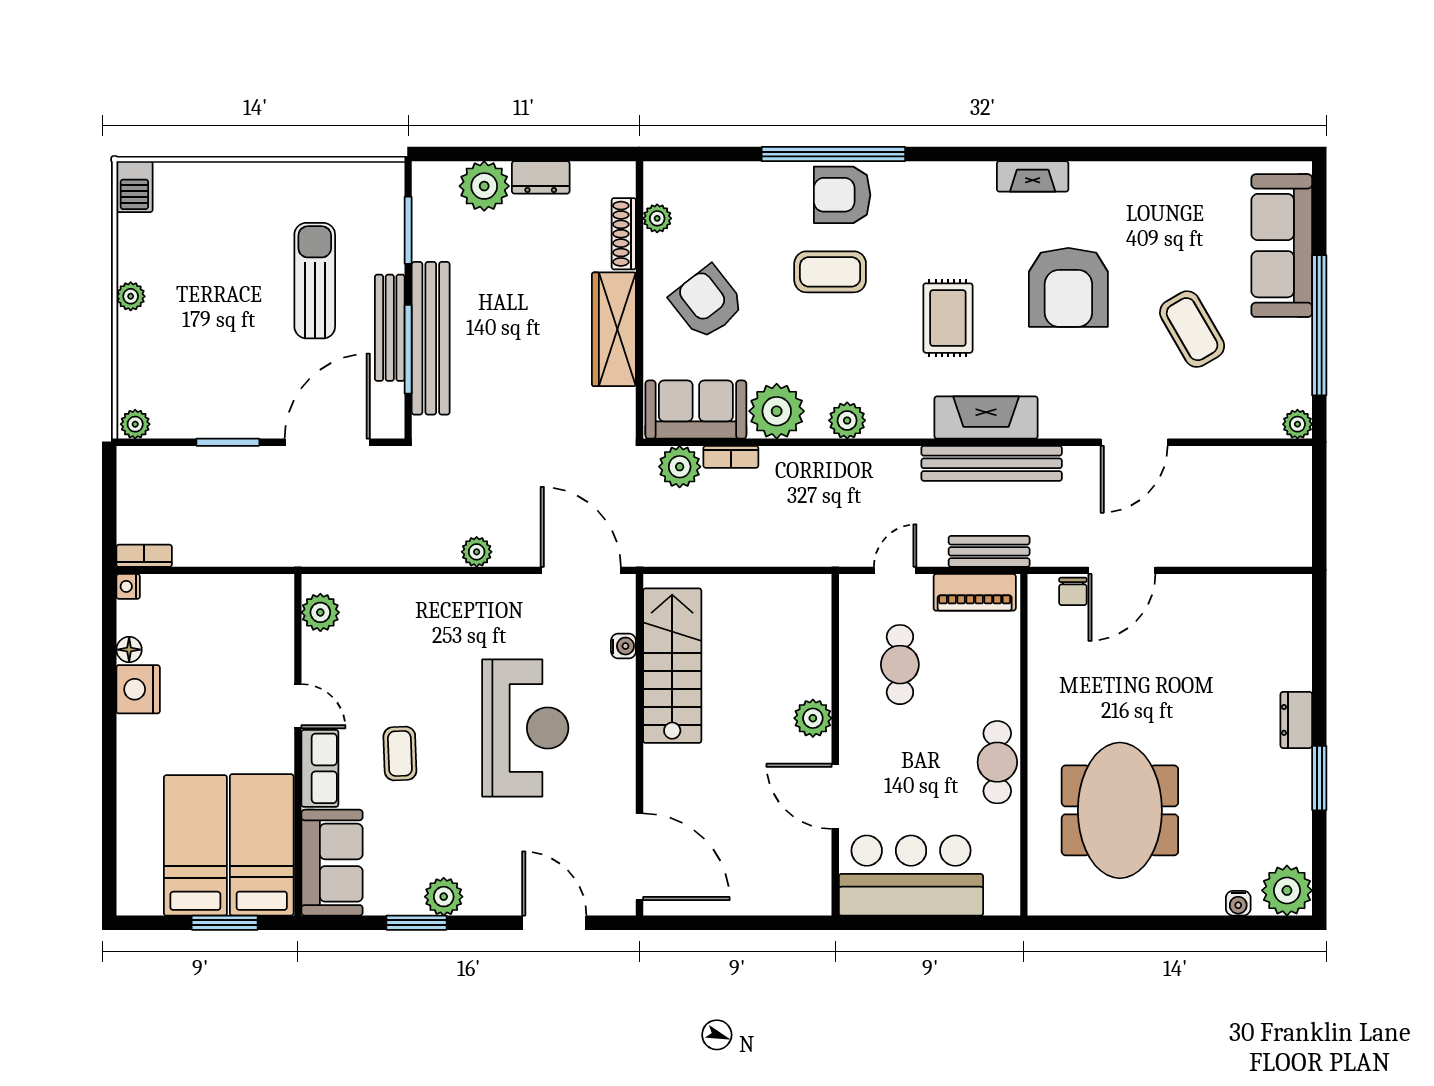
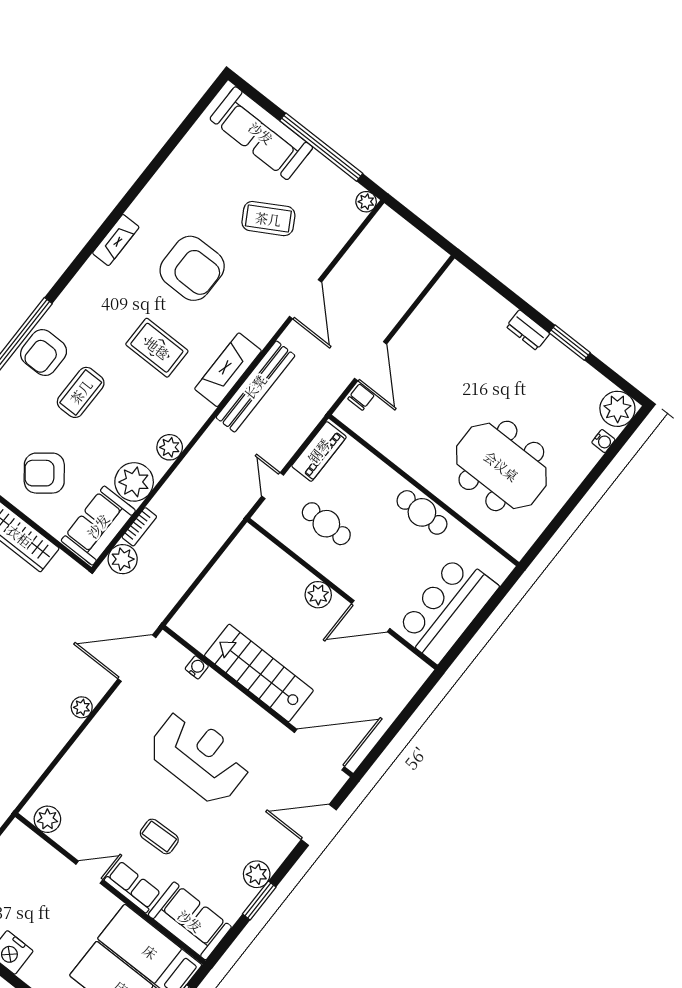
bench: (989, 551) -> (303, 426), removed
chair: (1073, 591) -> (361, 397), turned -90
stairs: (672, 666) -> (259, 673), moved

